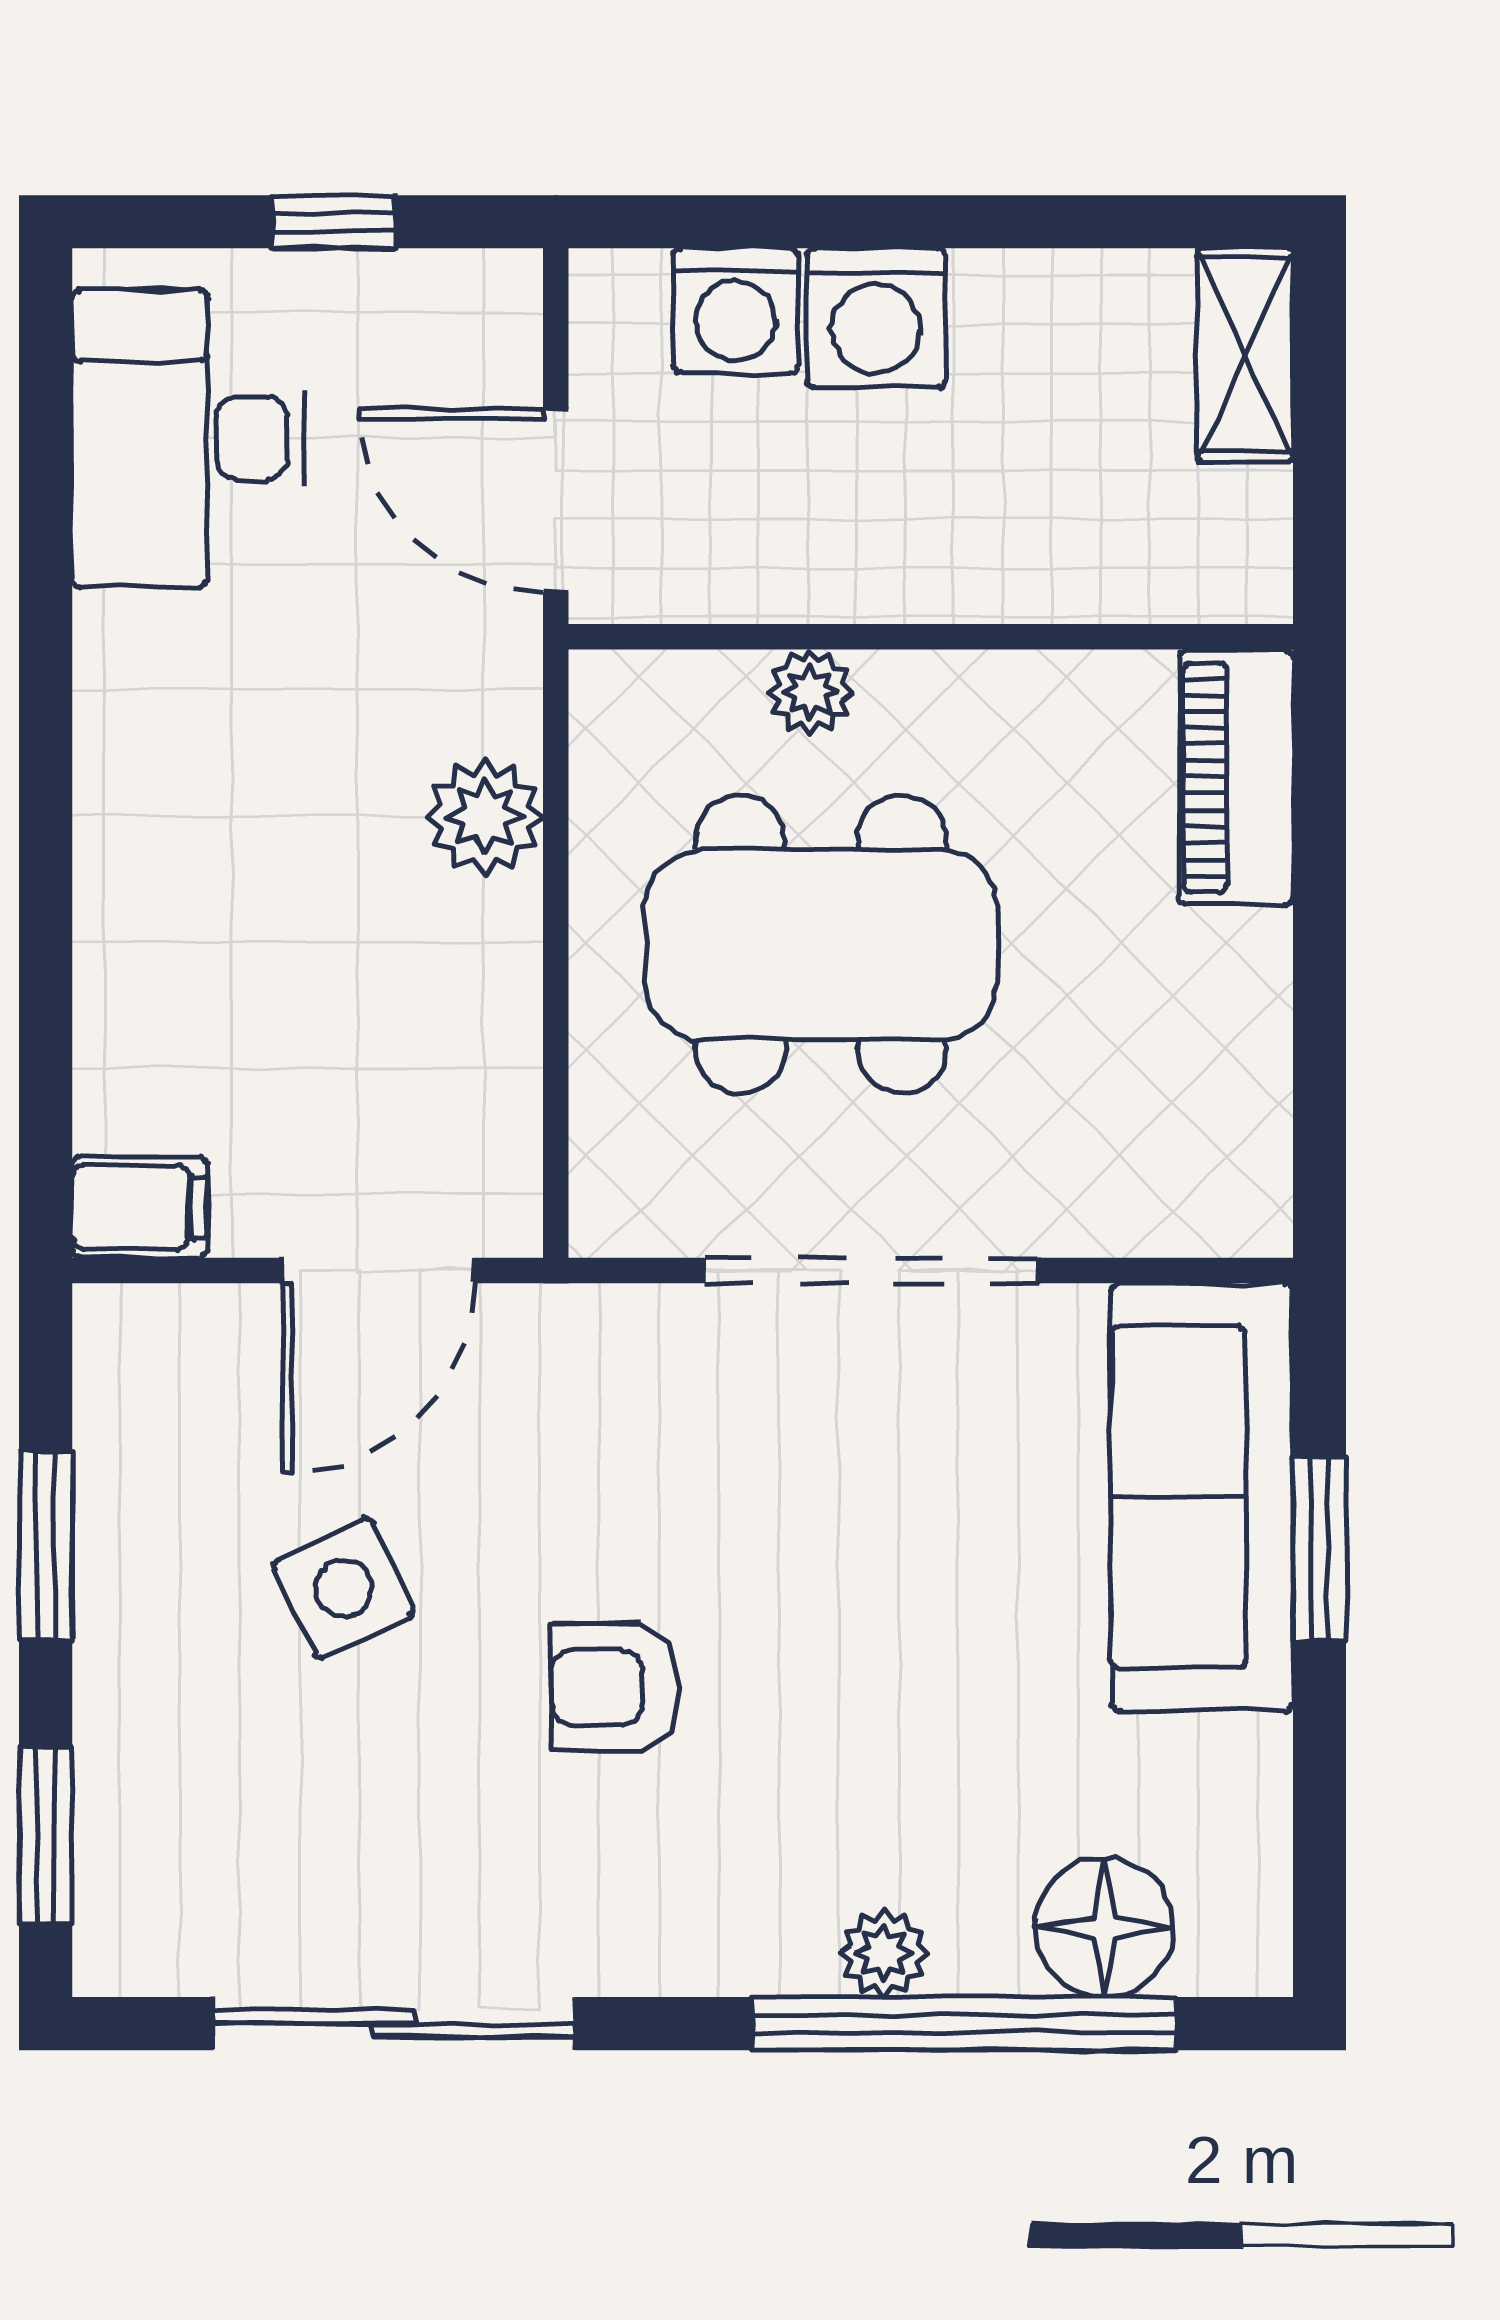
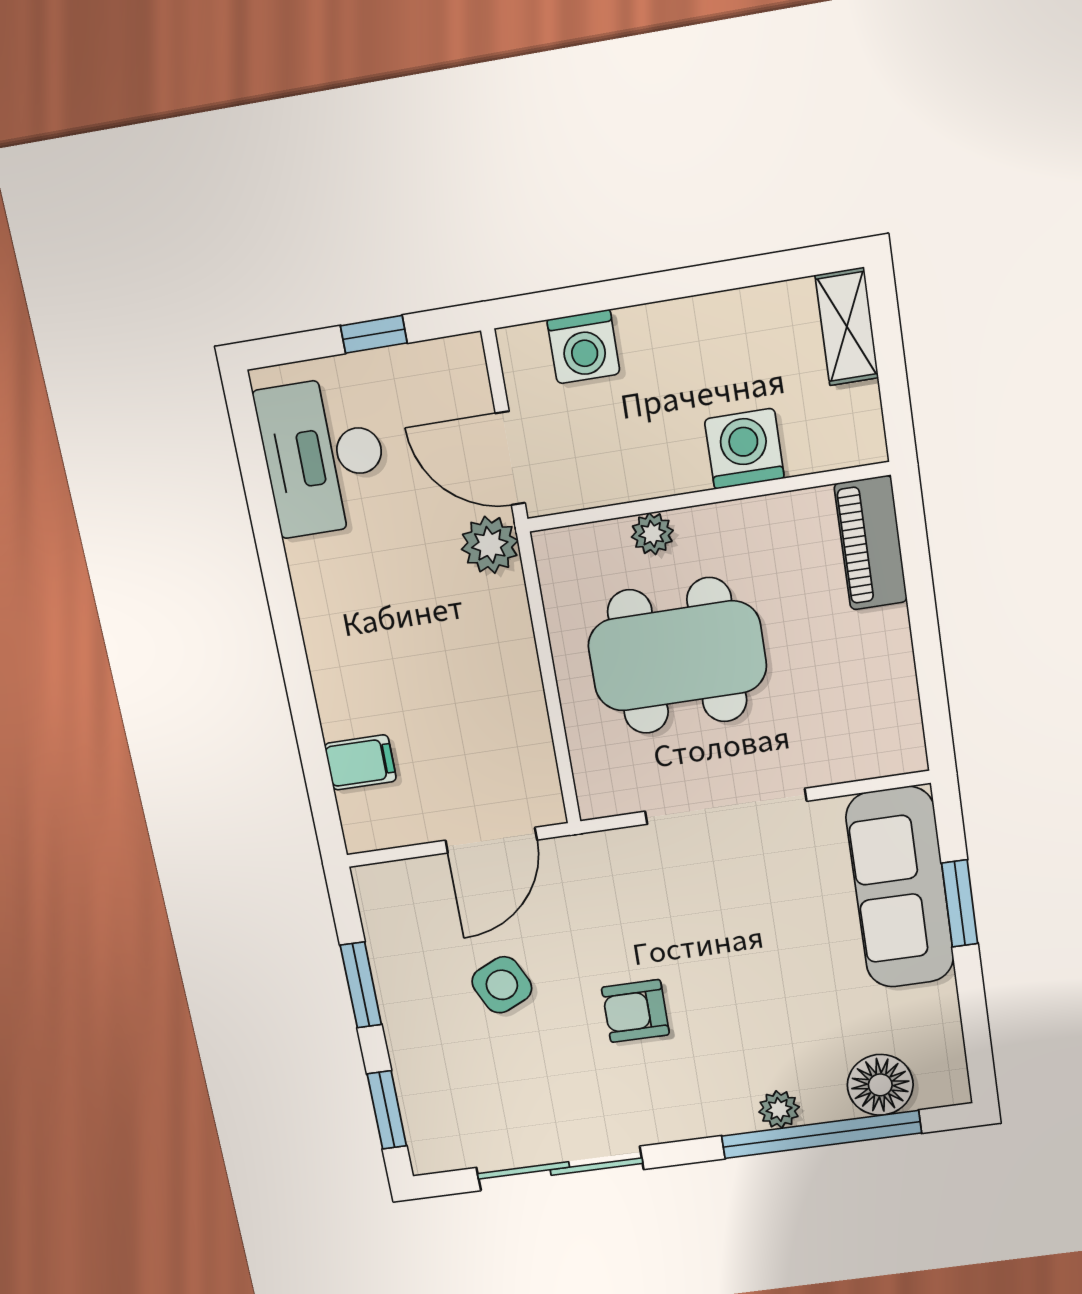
washing machine: (876, 318) -> (744, 449), moved, turned 180
plant: (485, 817) -> (490, 545), moved
filing cabinet: (139, 1207) -> (360, 762), moved

